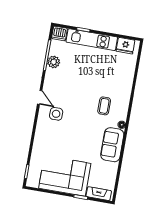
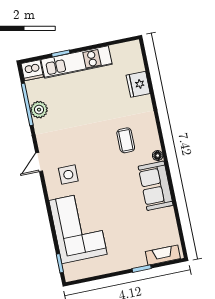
fridge: (125, 46) -> (138, 84), moved, turned 90
door: (40, 97) -> (39, 162), swing flipped
corner sofa: (65, 176) -> (78, 227), moved, turned 90

